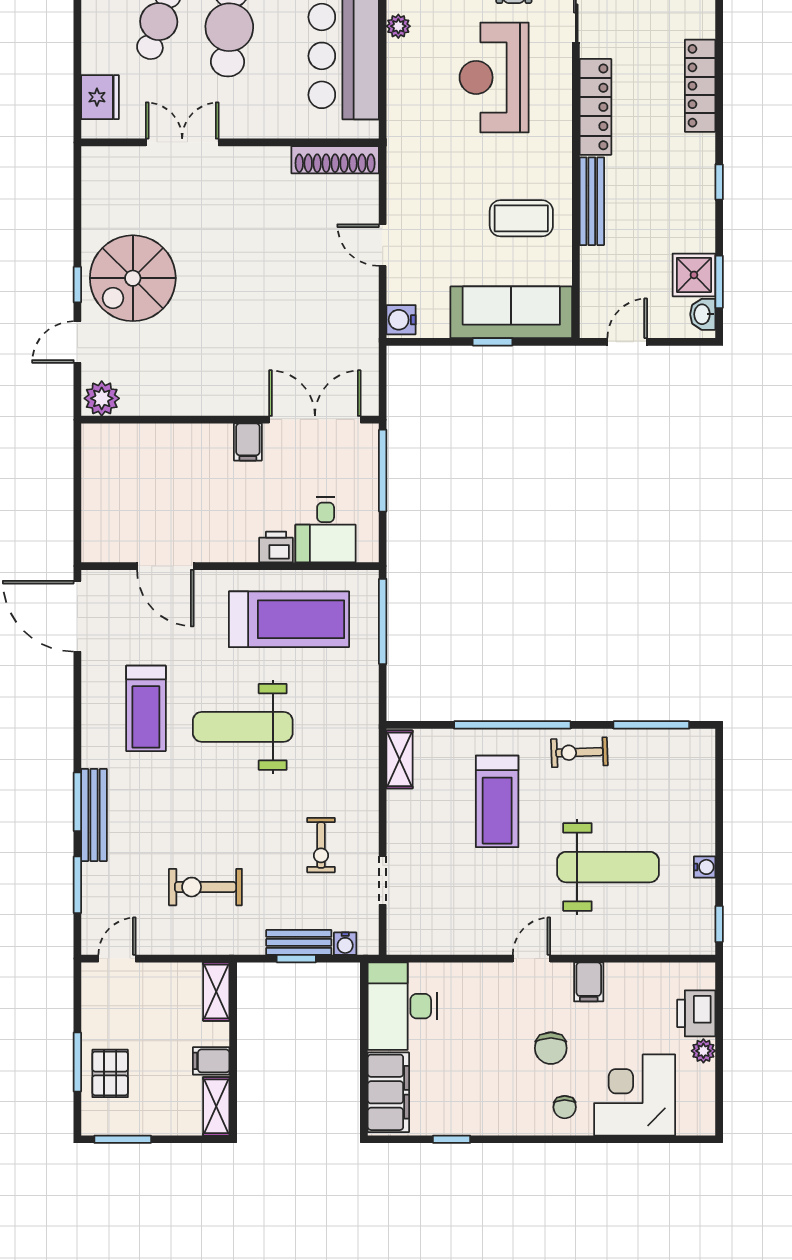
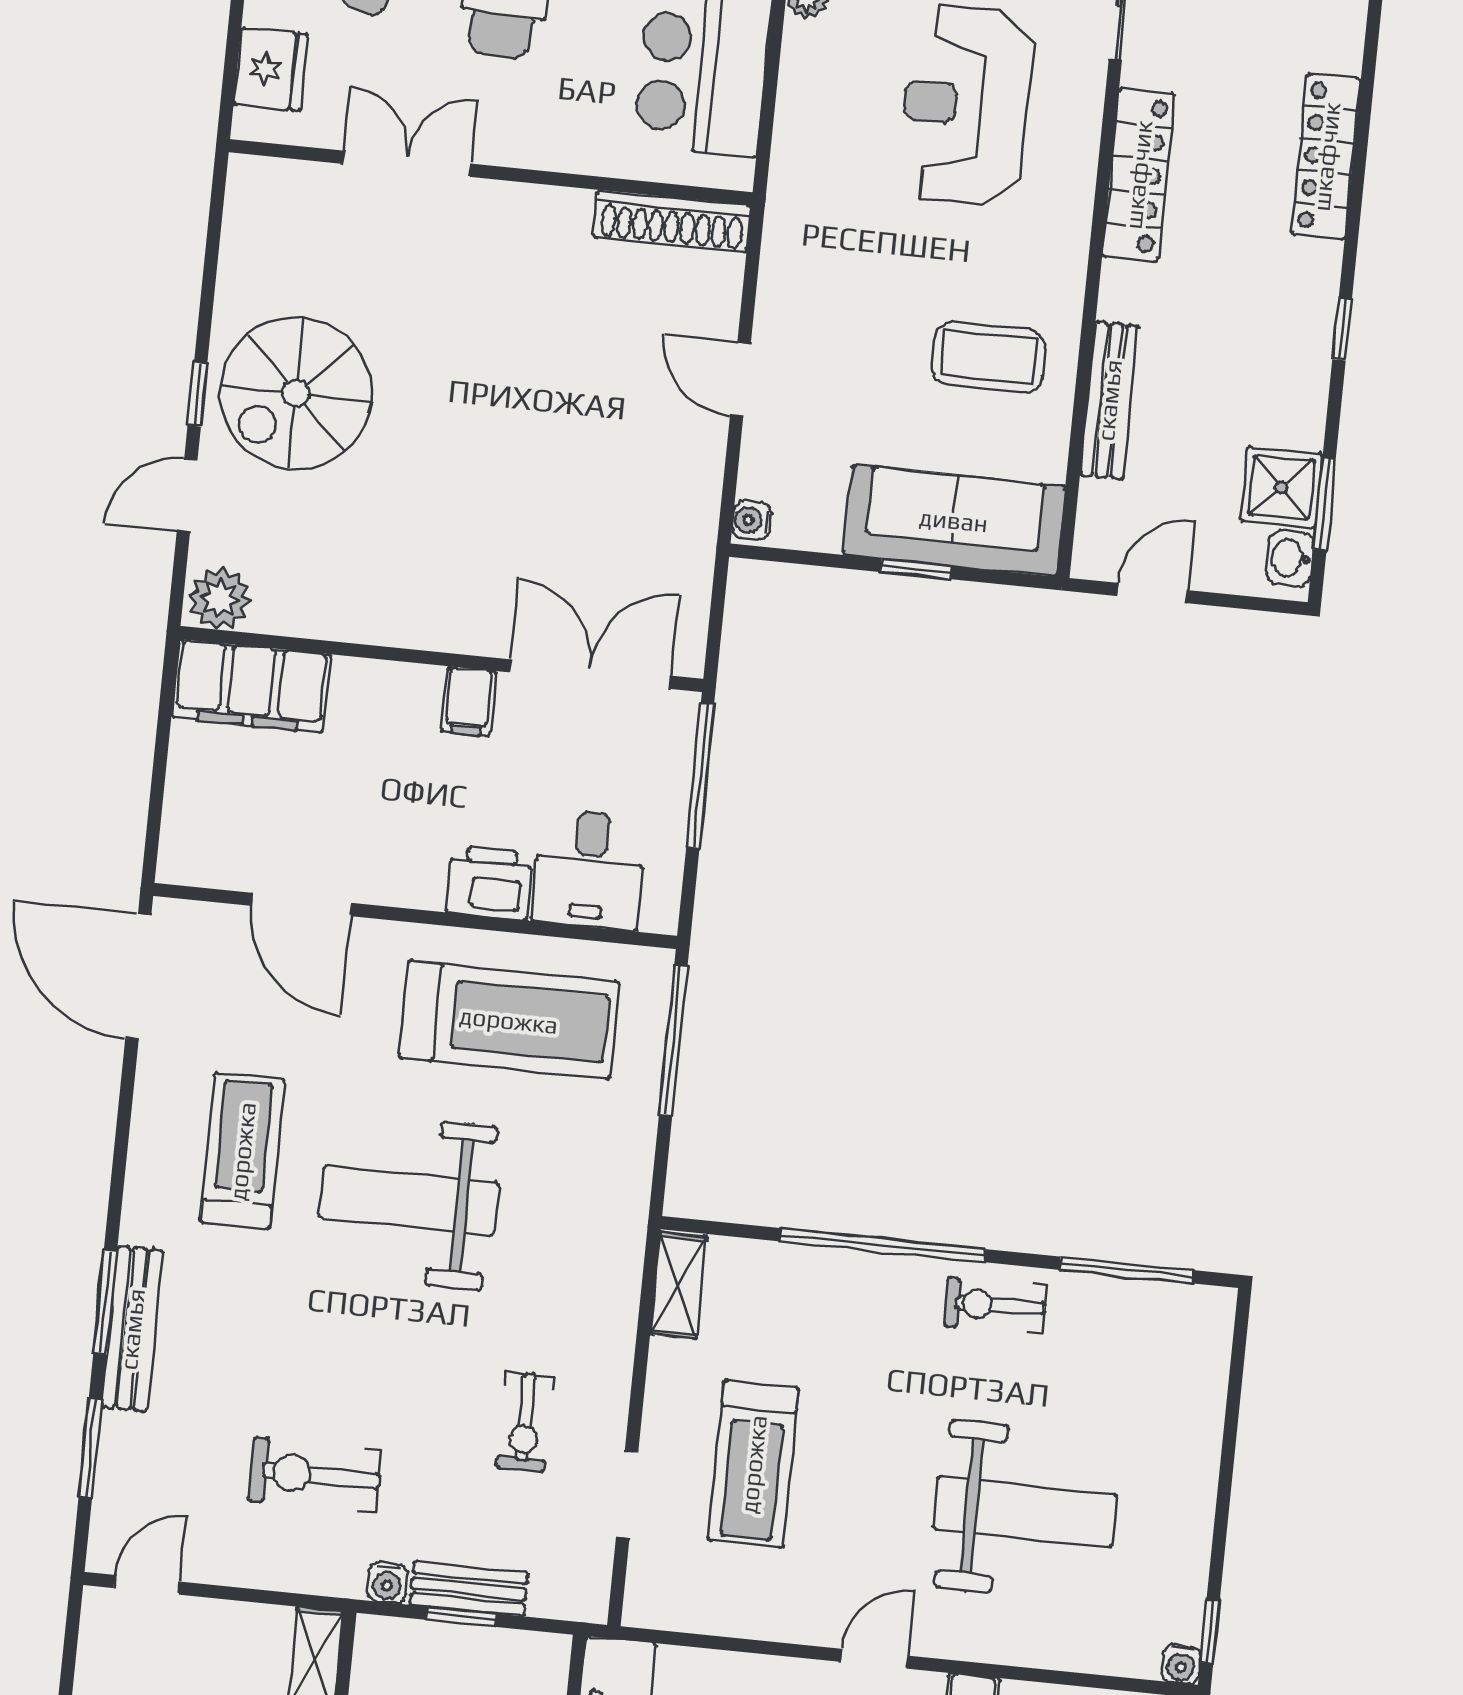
bench: (592, 201) -> (1109, 400), moved
water cooler: (401, 320) -> (751, 520), width x0.72, depth x0.72
filing cabinet: (124, 446) -> (251, 686), added
printer: (276, 547) -> (489, 883), width x1.36, depth x1.24
treadmill: (146, 708) -> (242, 1151), turned 180
treadmill: (497, 801) -> (753, 1464), moved
water cooler: (705, 867) -> (1181, 1664), moved, turned 90
water cooler: (345, 944) -> (387, 1583), moved

